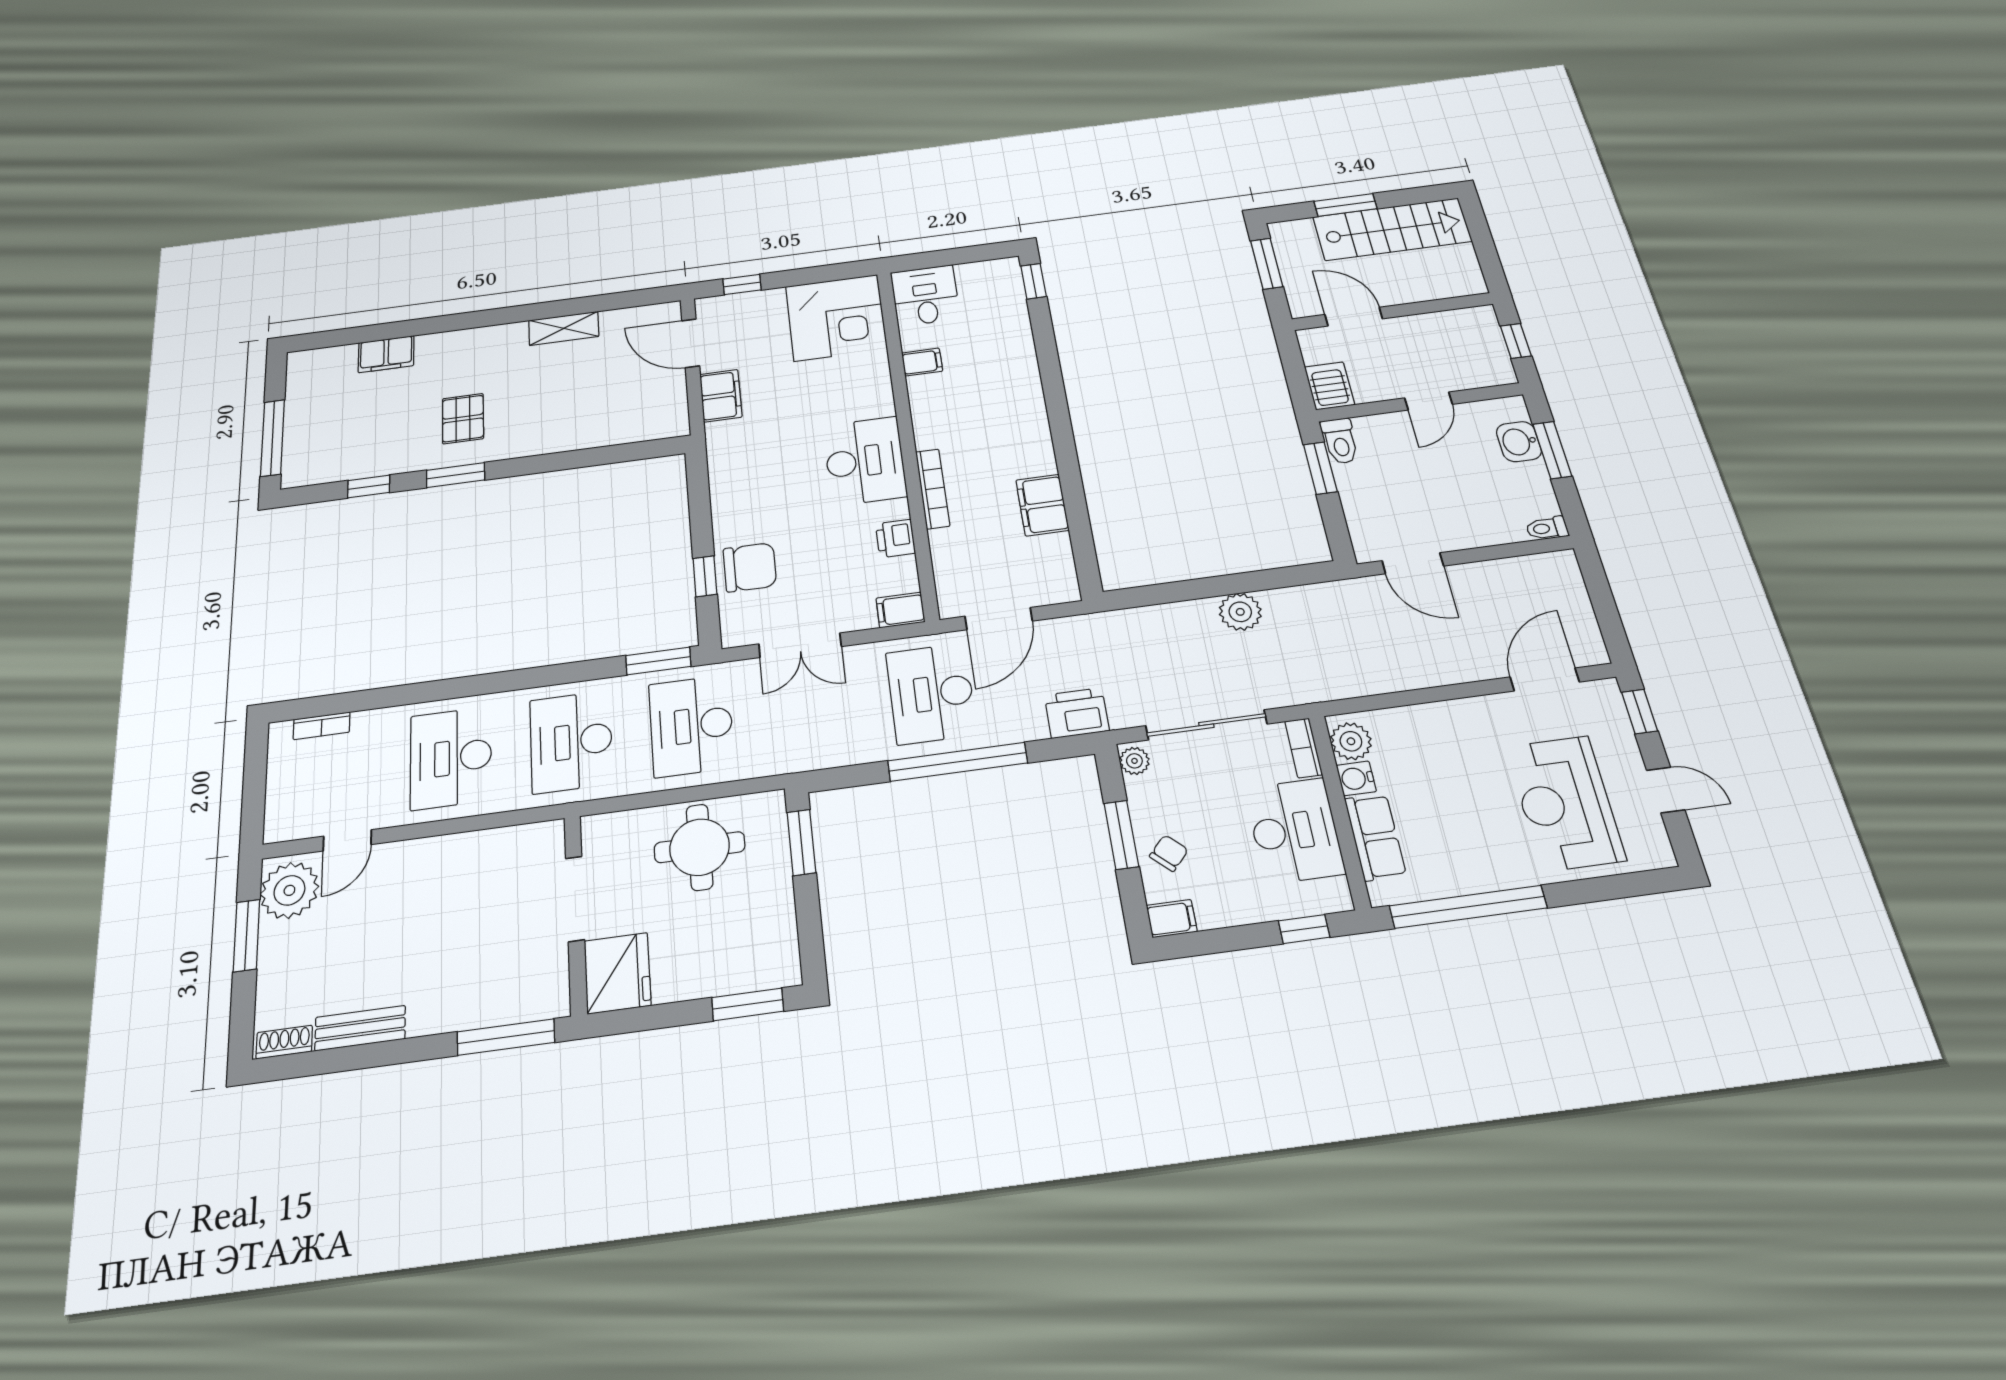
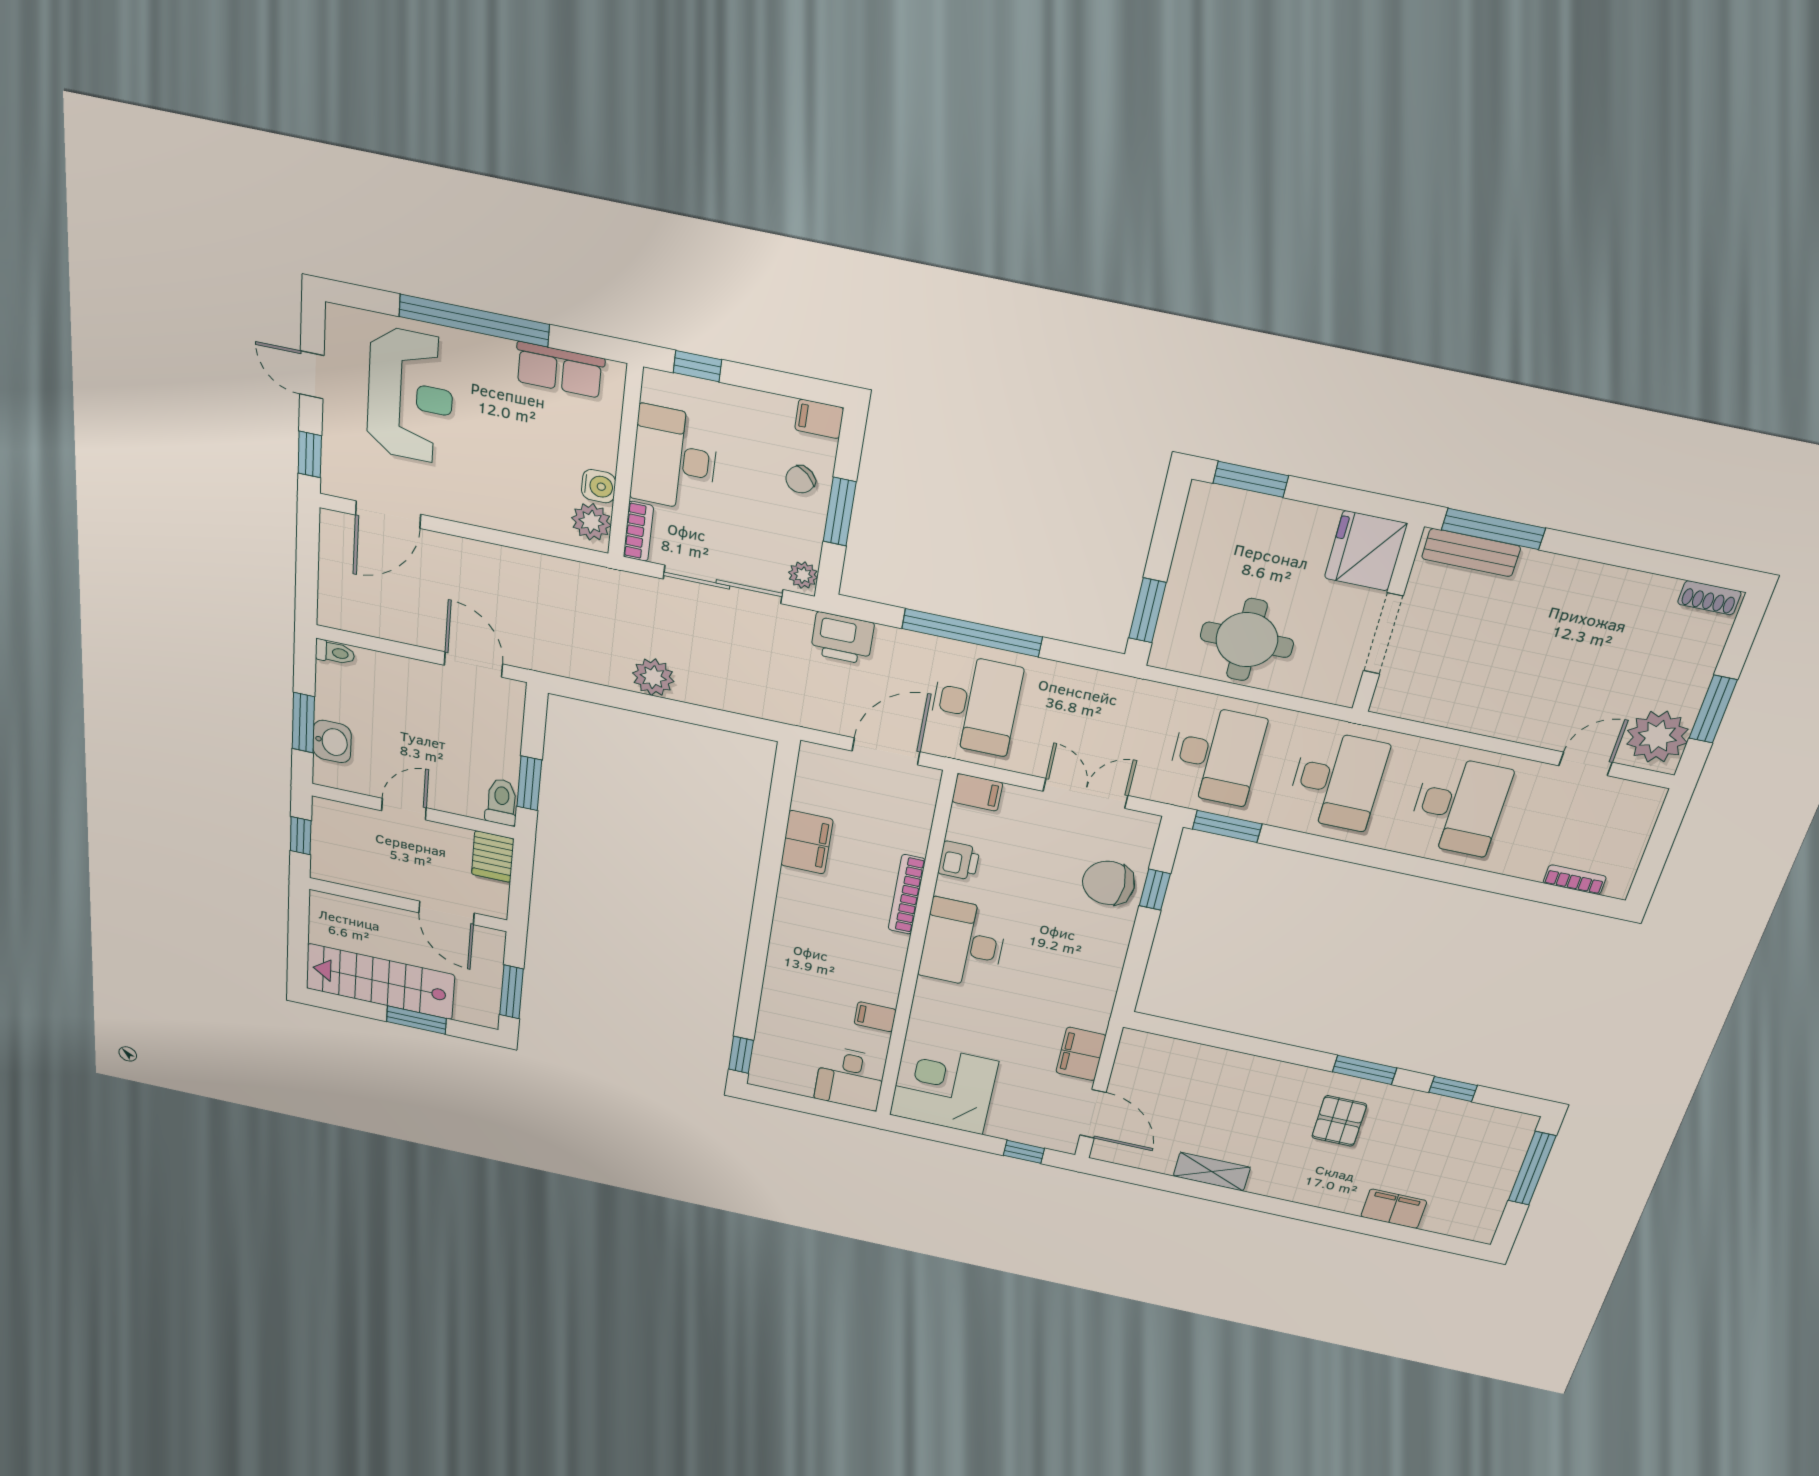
row of seats: (1375, 837) -> (560, 370), moved, turned -90
window: (1468, 907) -> (474, 321), moved
bench: (360, 1028) -> (1471, 553), moved

